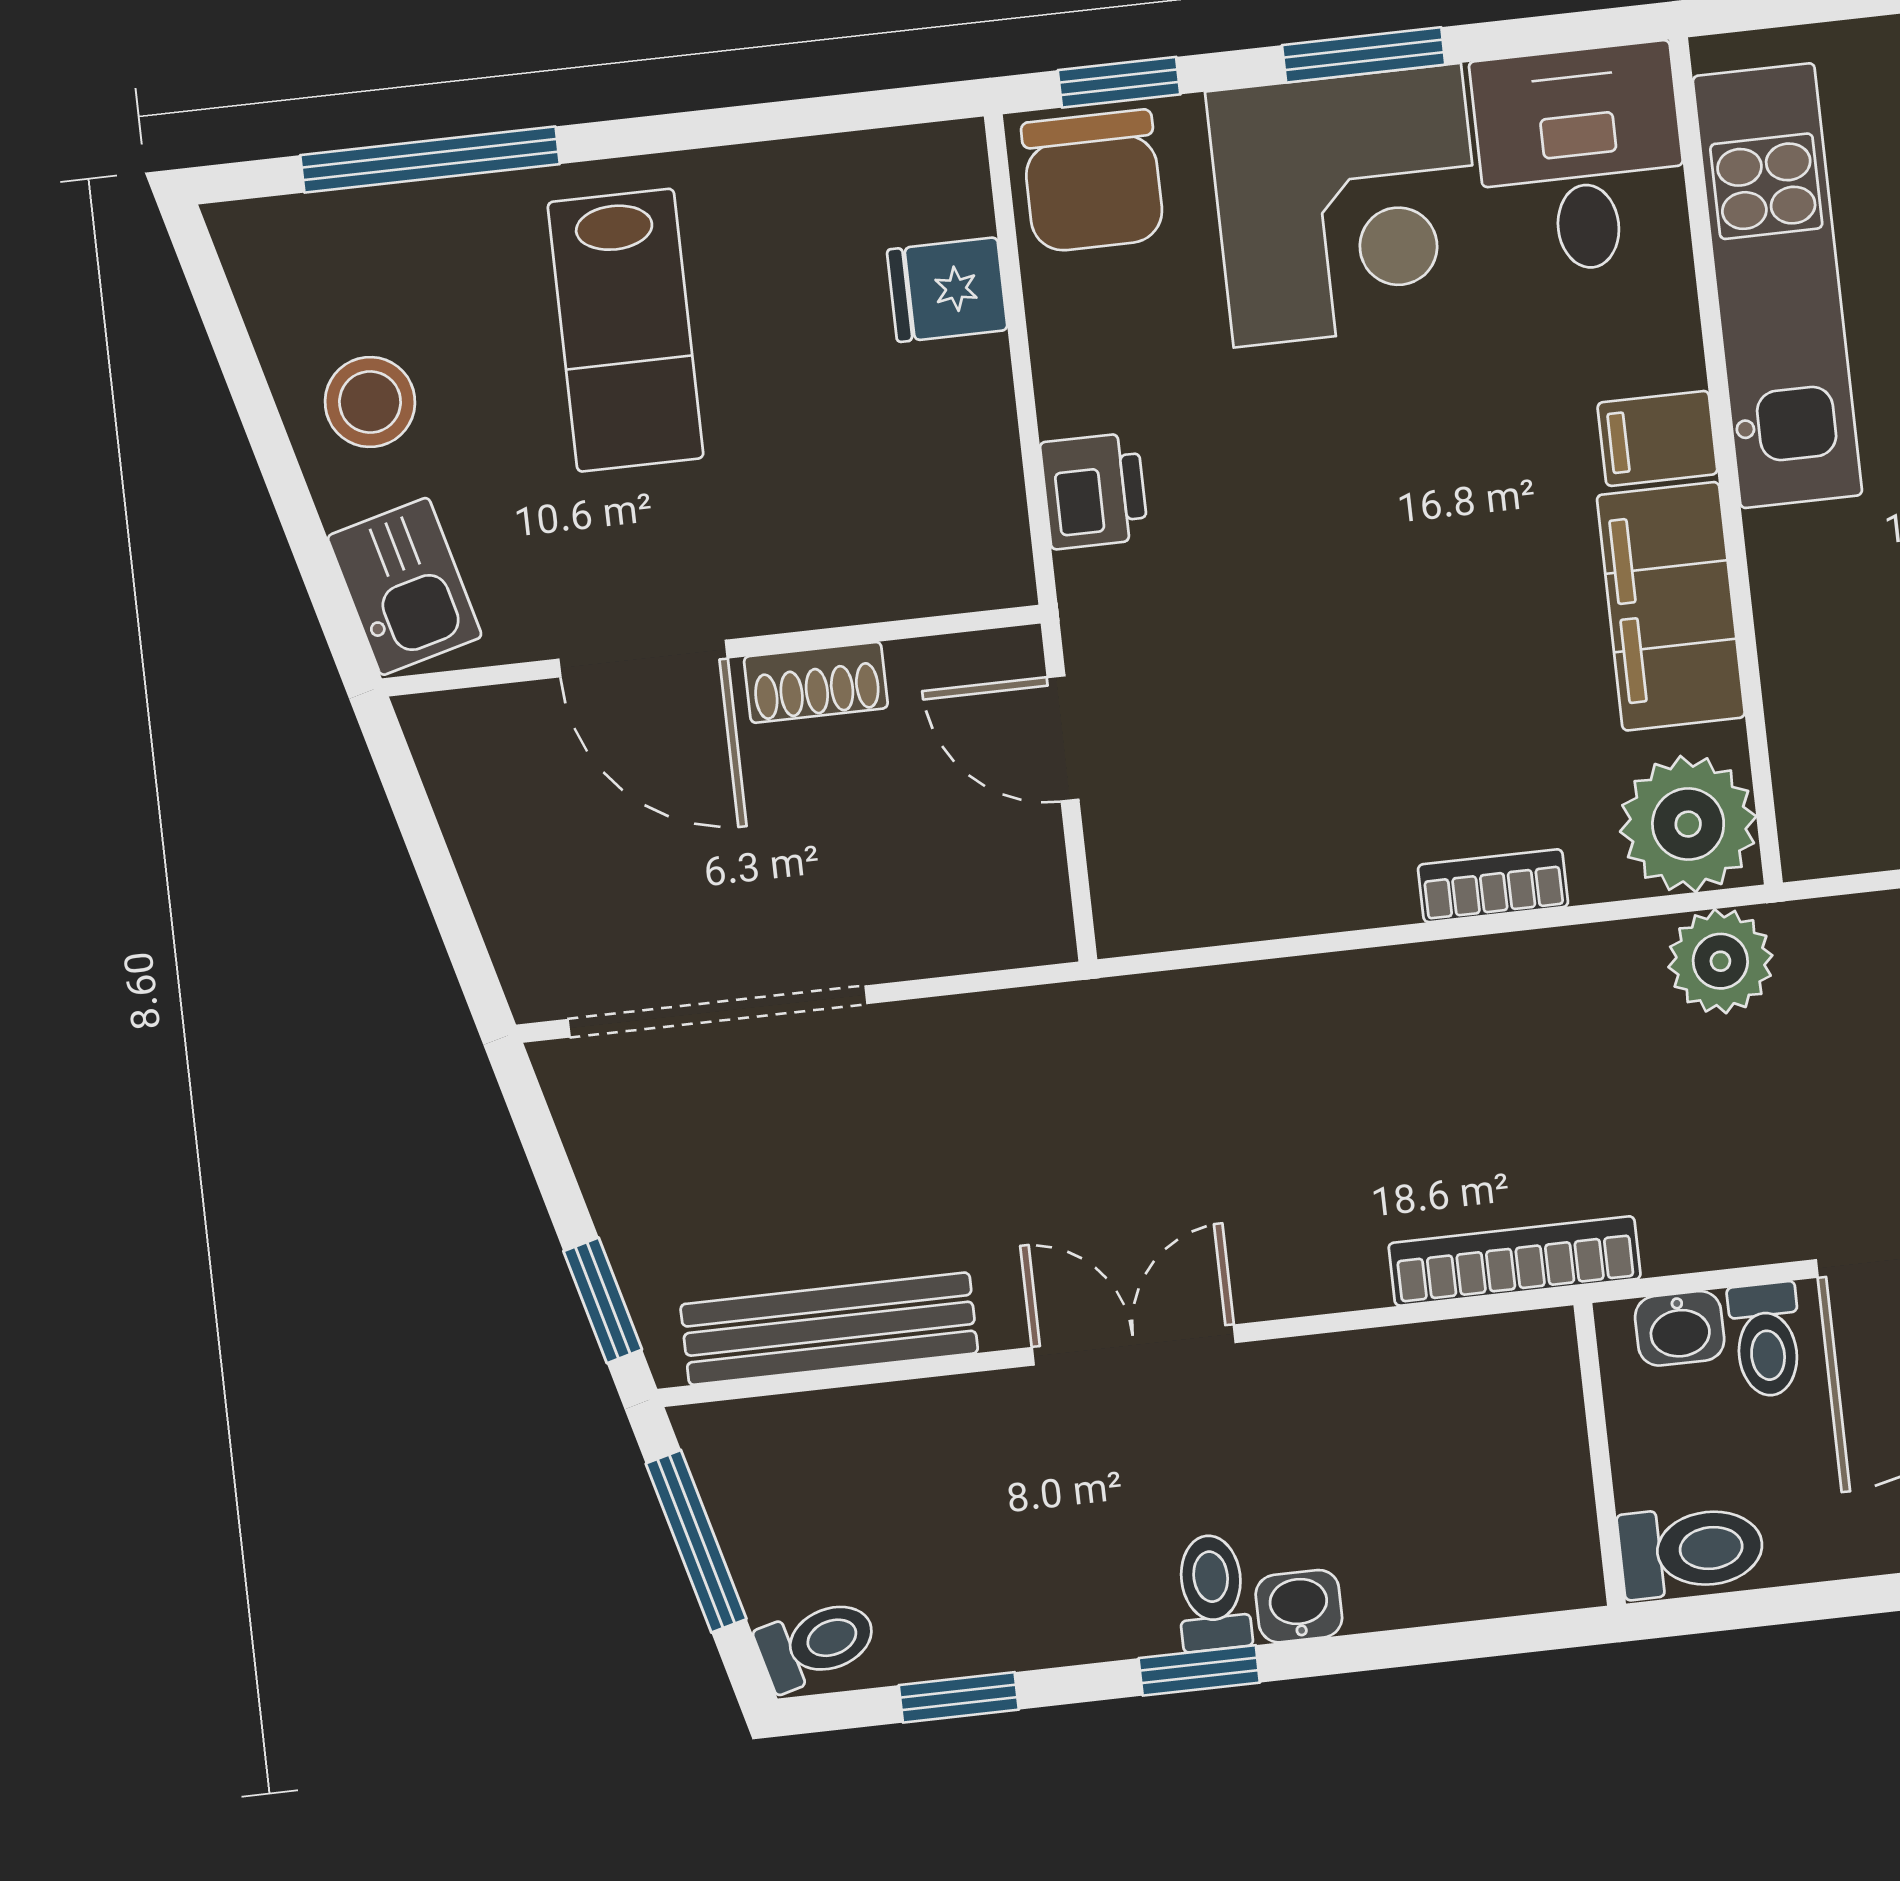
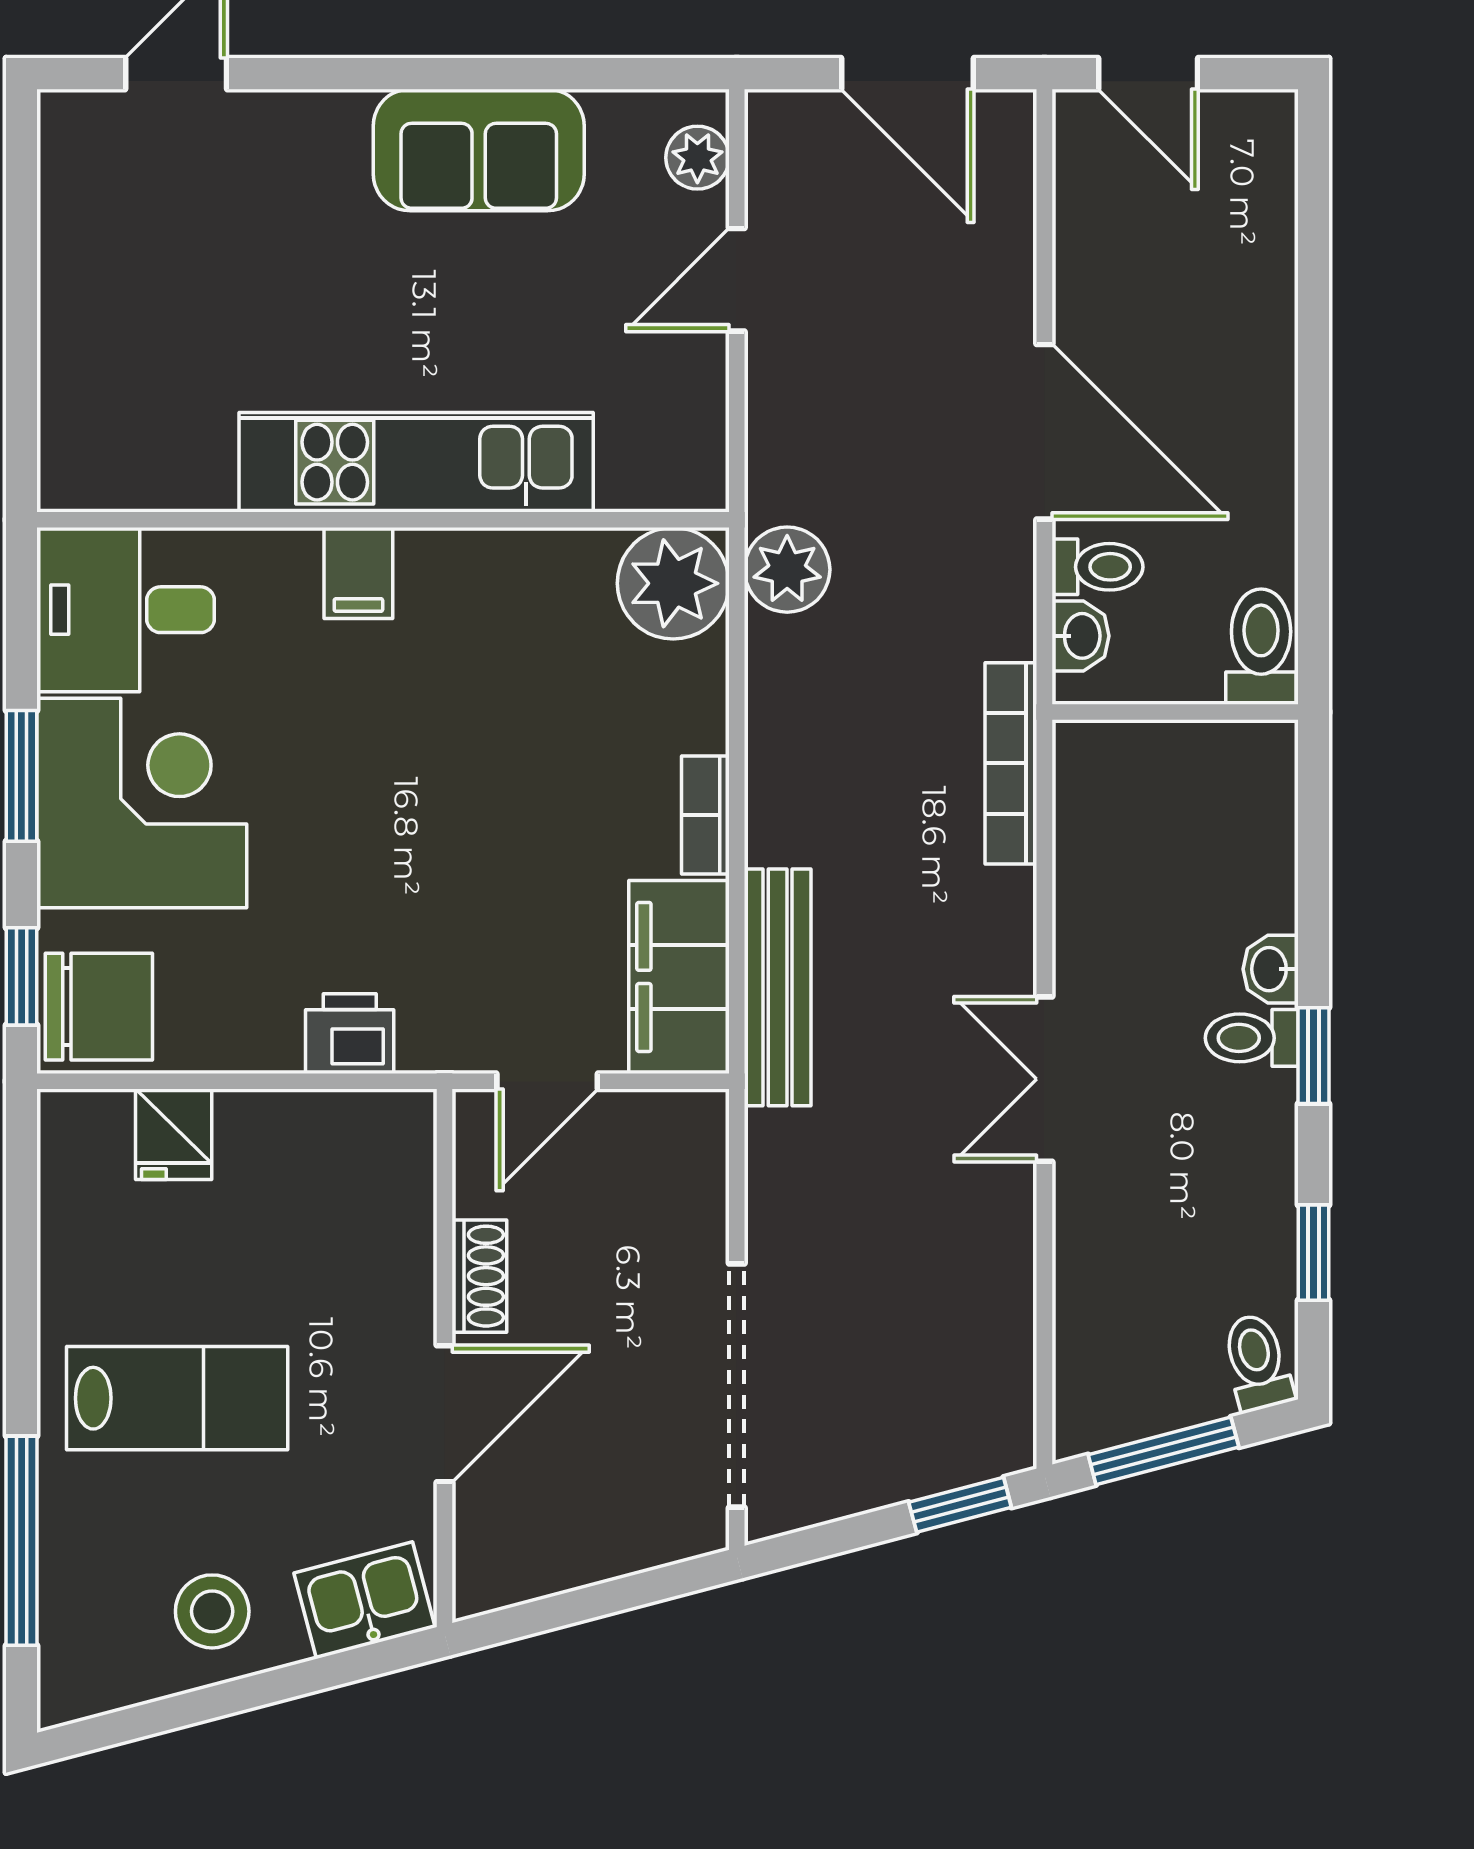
kitchen unit: (1777, 286) -> (416, 462), moved
filing cabinet: (1671, 606) -> (679, 977), moved, turned 90
bookcase: (1493, 886) -> (705, 815), moved
bench: (829, 1329) -> (778, 987), moved

